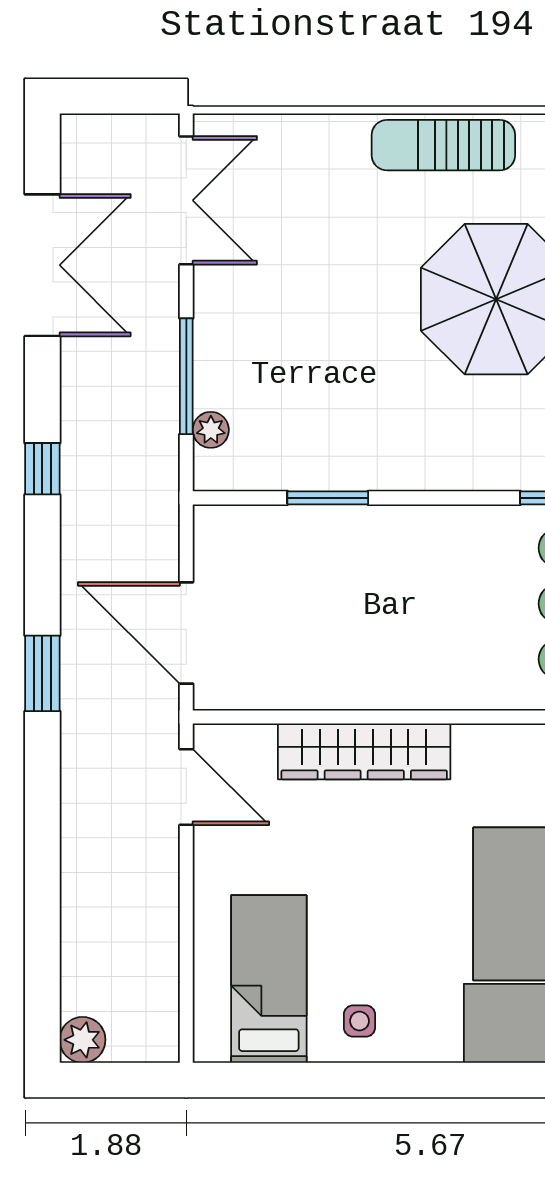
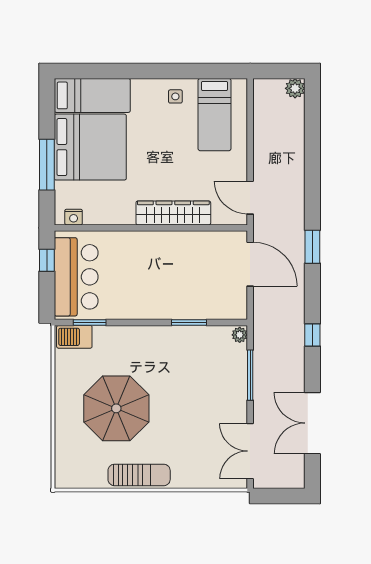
plant: (211, 430) -> (240, 335), moved

